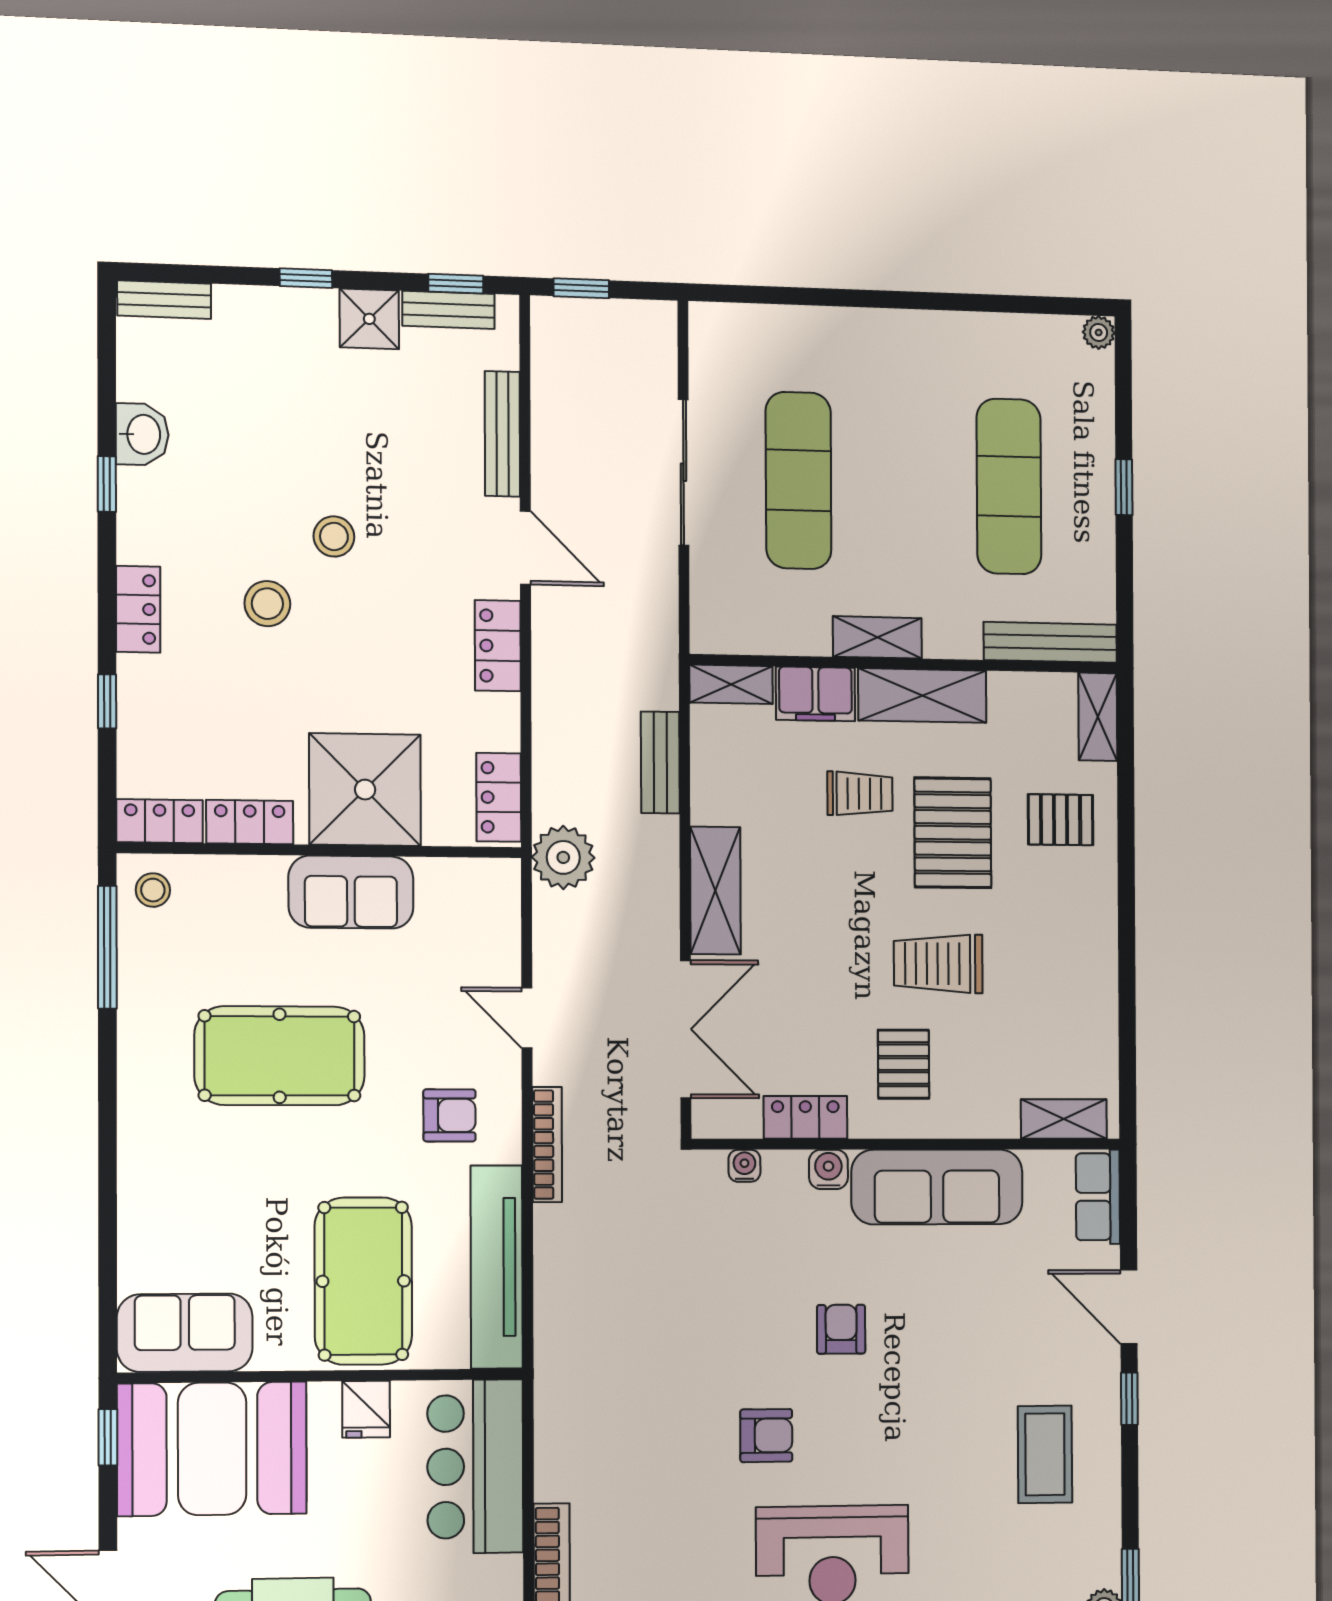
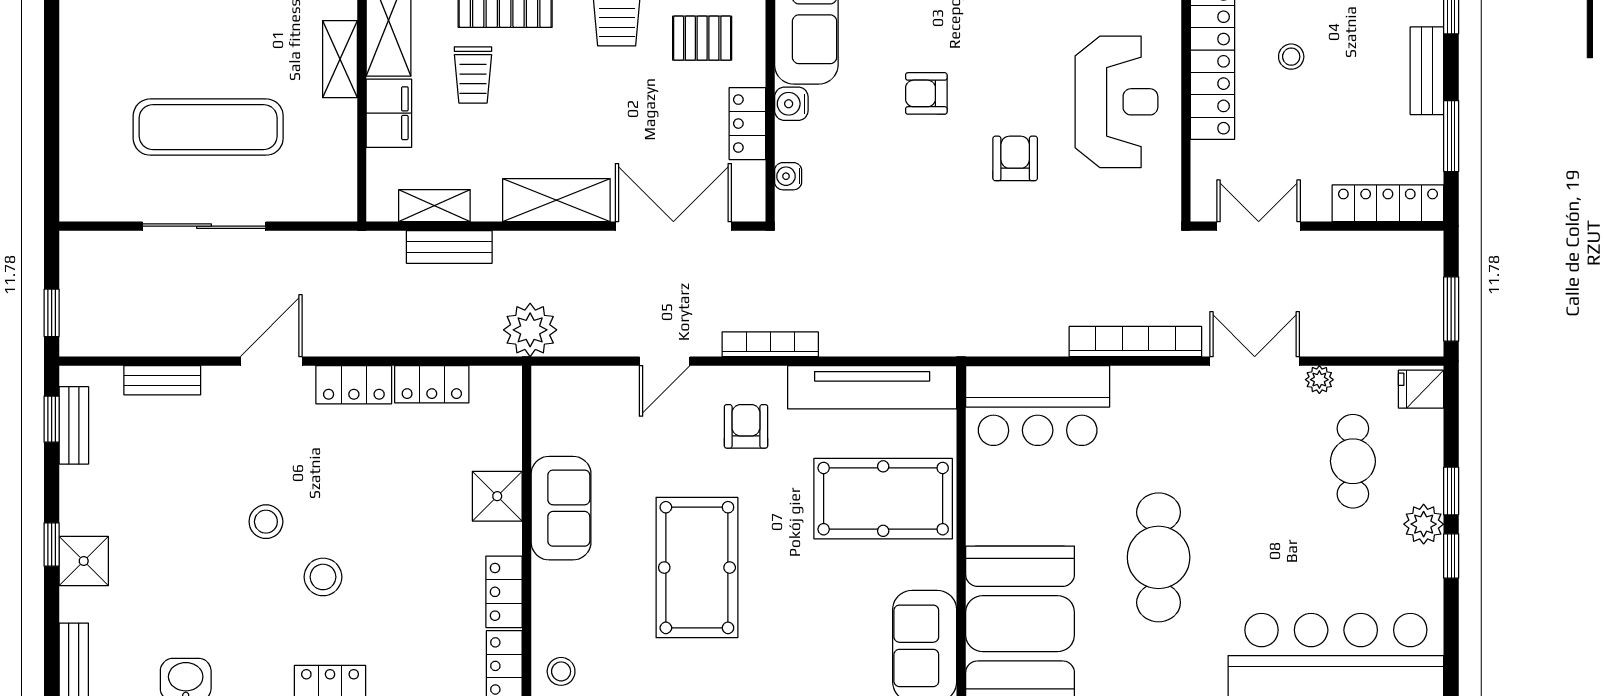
shower: (369, 319) -> (84, 561), moved
bench: (502, 434) -> (162, 380), width x0.73
shelving: (731, 684) -> (434, 206), moved, turned 90
shower: (365, 790) -> (497, 496), width x0.54, depth x0.54
trolley: (860, 794) -> (473, 75), turned 180
locker: (499, 797) -> (432, 384), moved
fridge: (366, 1409) -> (989, 496), removed

